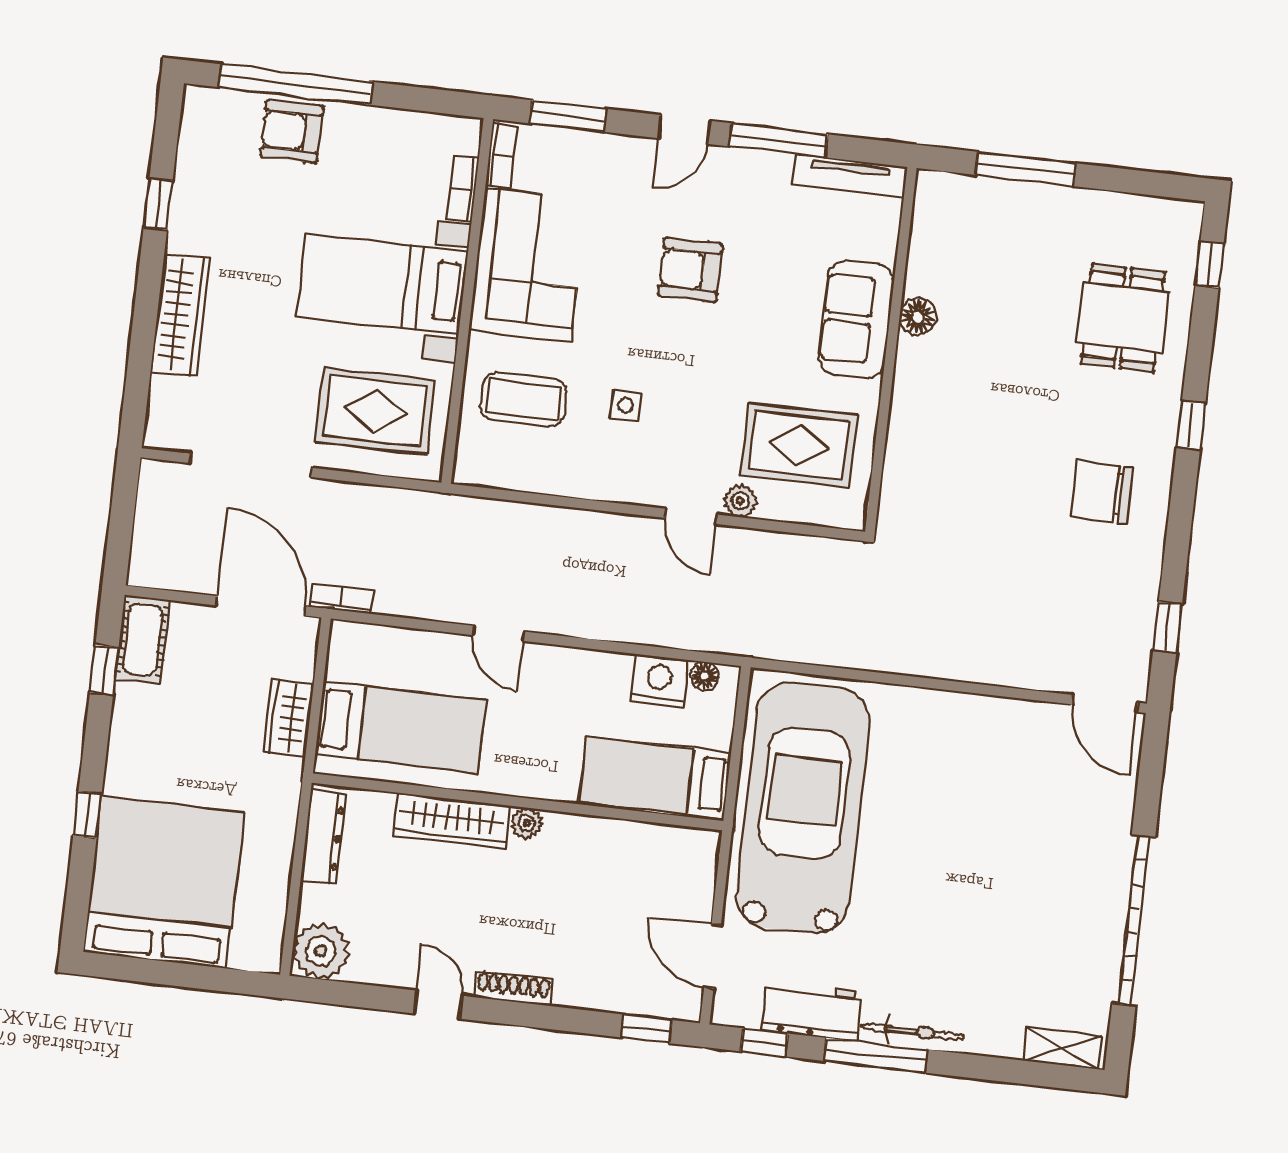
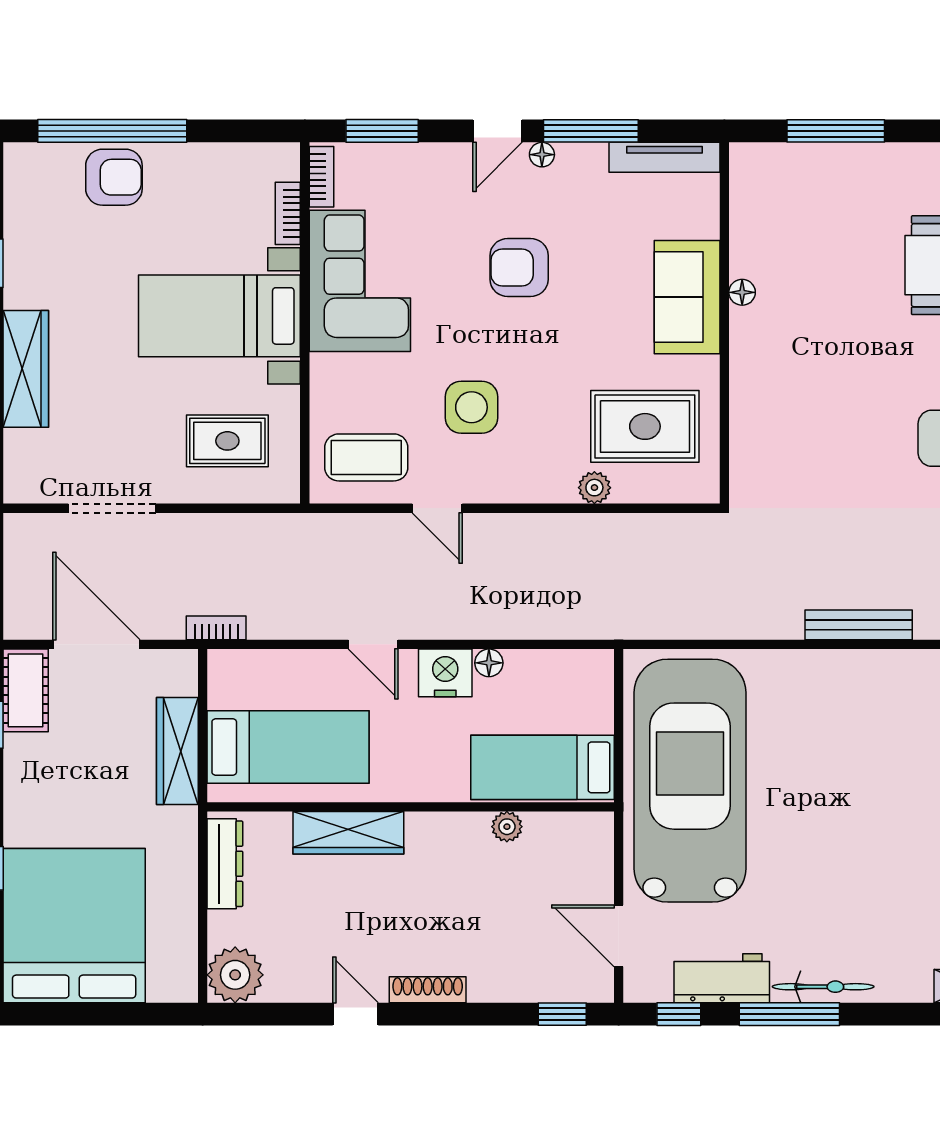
armchair: (292, 131) -> (114, 177), turned 180
floor lamp: (726, 159) -> (542, 155), added
floor lamp: (918, 317) -> (742, 292), width x0.73, depth x0.73
coffee table: (524, 399) -> (366, 457), moved
side table: (626, 406) -> (471, 407), width x1.87, depth x1.87
rug: (375, 411) -> (227, 441), width x0.73, depth x0.70
doorway: (251, 465) -> (112, 508), width x0.73
door: (691, 516) -> (437, 508), moved
door: (261, 606) -> (96, 644), moved
bench: (991, 670) -> (859, 625), added
floor lamp: (704, 676) -> (489, 663), moved
nightstand: (659, 681) -> (445, 673), moved
wardrobe: (289, 718) -> (177, 751), width x1.50
plant: (527, 823) -> (507, 827), moved

